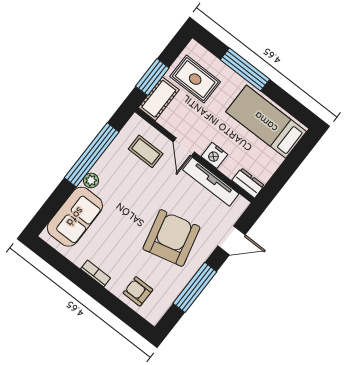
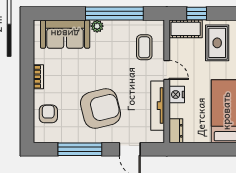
window: (152, 77) -> (197, 14), width x0.67
door: (184, 147) -> (167, 70), swing flipped

